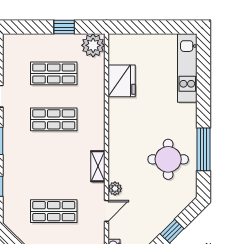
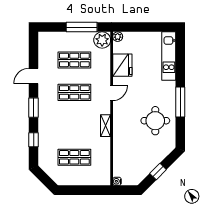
window: (64, 27) -> (82, 27), width x2.17
window: (204, 149) -> (180, 102), moved
plant: (115, 189) -> (118, 37), moved
door: (106, 211) -> (112, 93), moved

